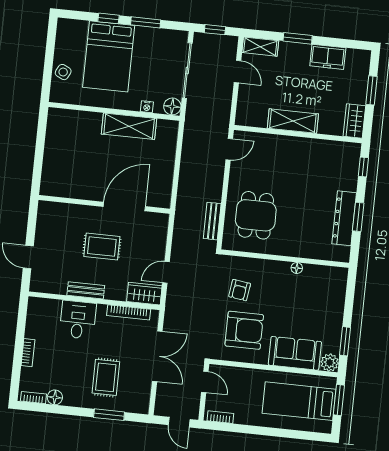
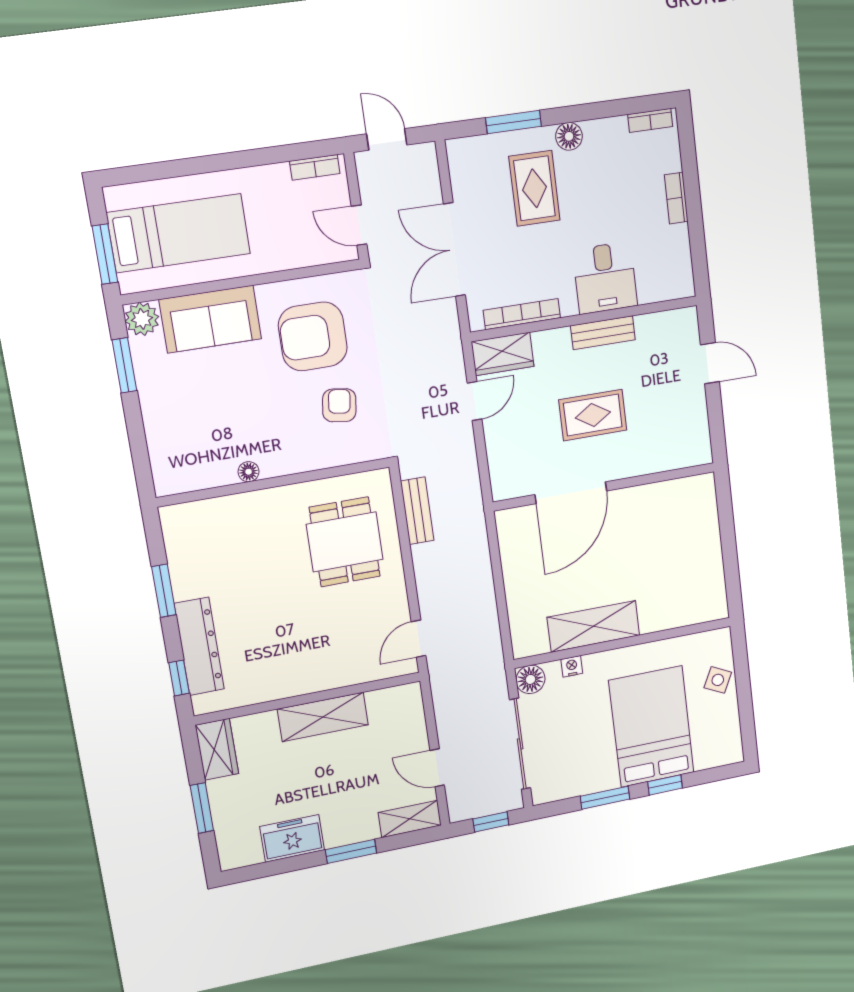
dresser: (344, 218) -> (199, 646), moved
floor lamp: (55, 397) -> (569, 136), moved

